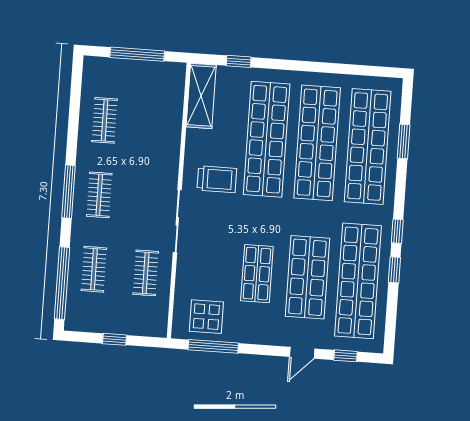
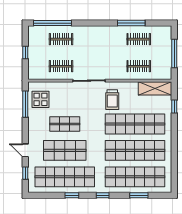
window: (69, 192) -> (131, 23), moved
clothes rail: (99, 195) -> (139, 66), moved
window: (397, 231) -> (103, 195), moved

